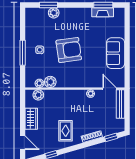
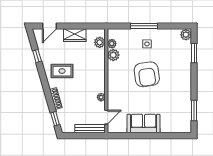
fireplace: (103, 12) -> (187, 110), removed
plant: (54, 13) -> (186, 35), moved

